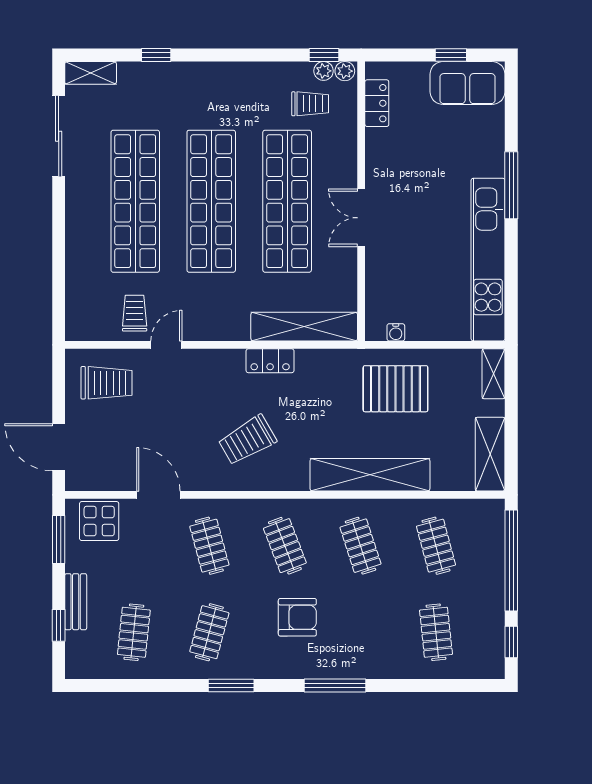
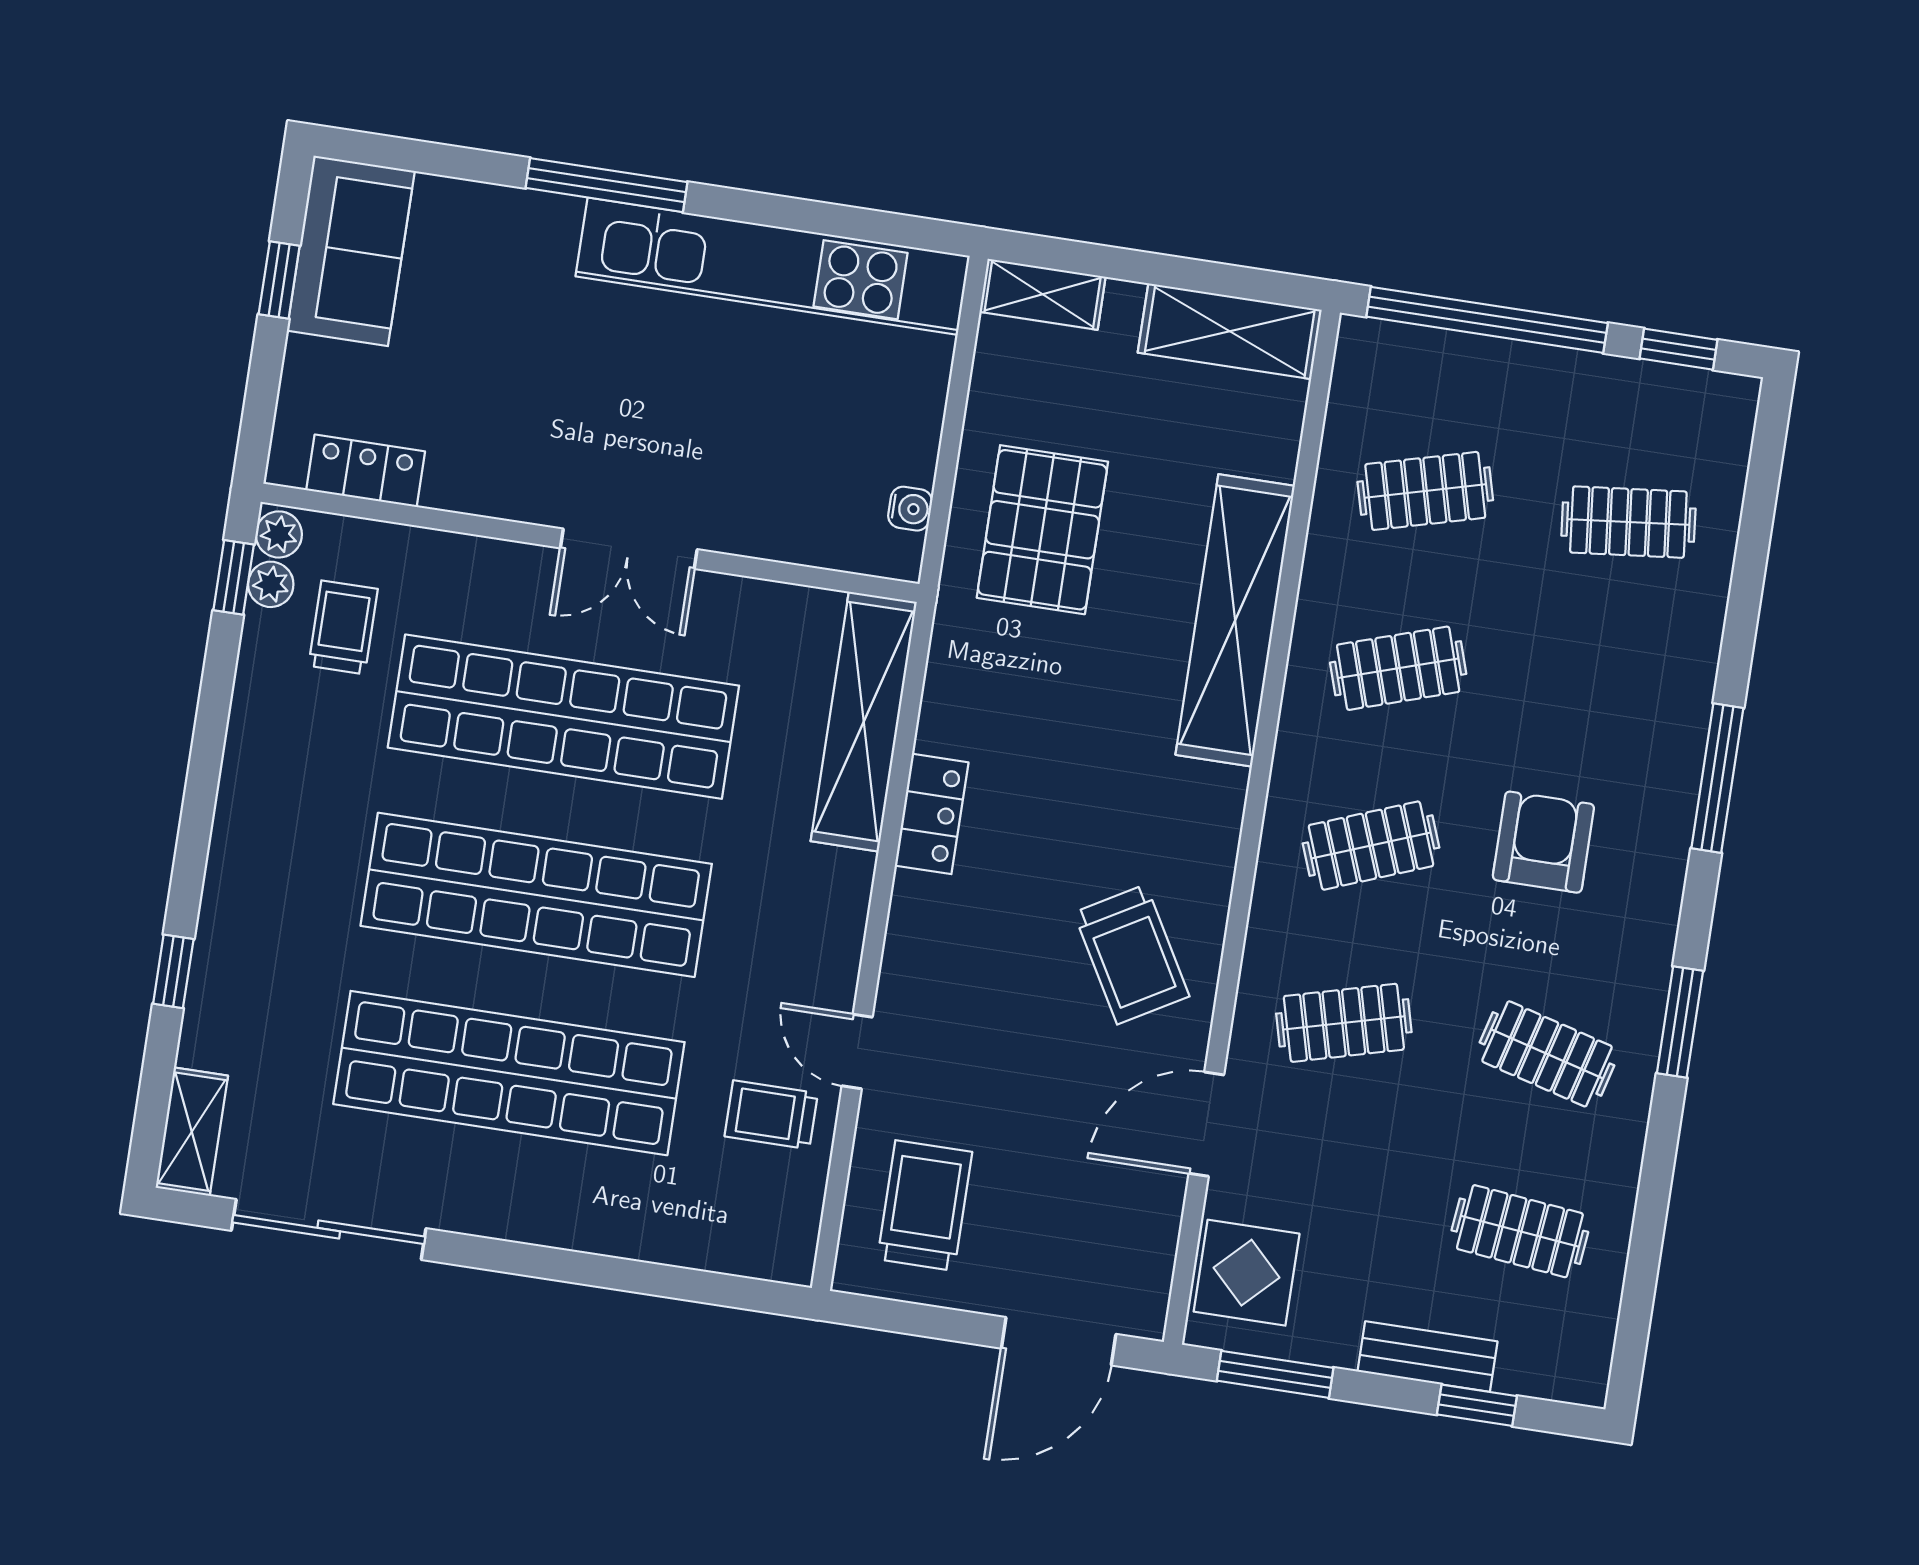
trolley: (247, 440) -> (1131, 954), moved

